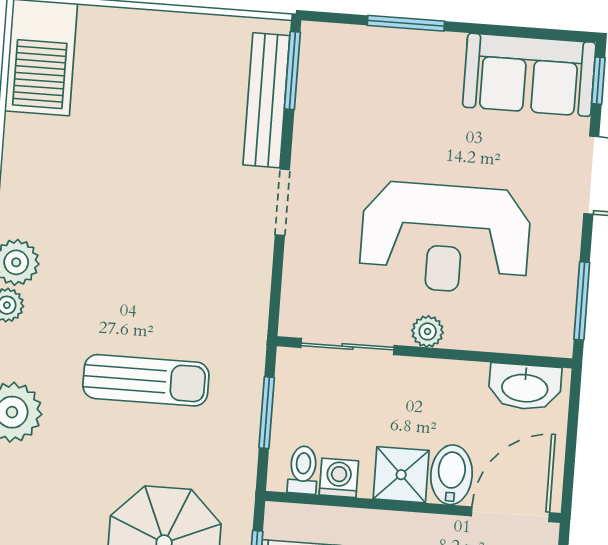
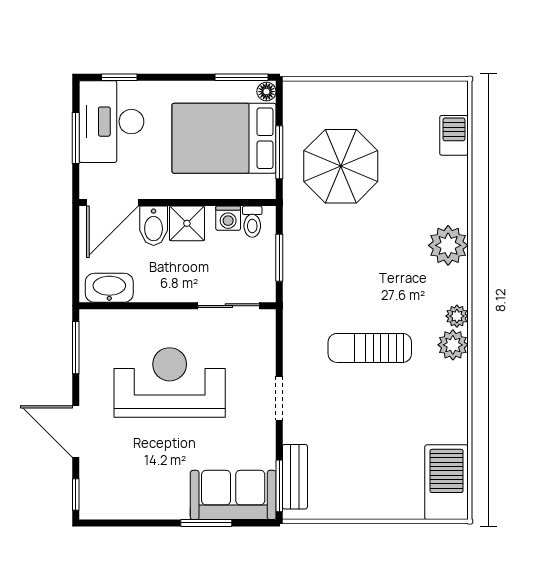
sofa: (529, 75) -> (233, 495), moved
bench: (266, 100) -> (295, 477), width x0.73
plant: (428, 331) -> (177, 320), removed
sun lounger: (146, 380) -> (370, 348), moved

